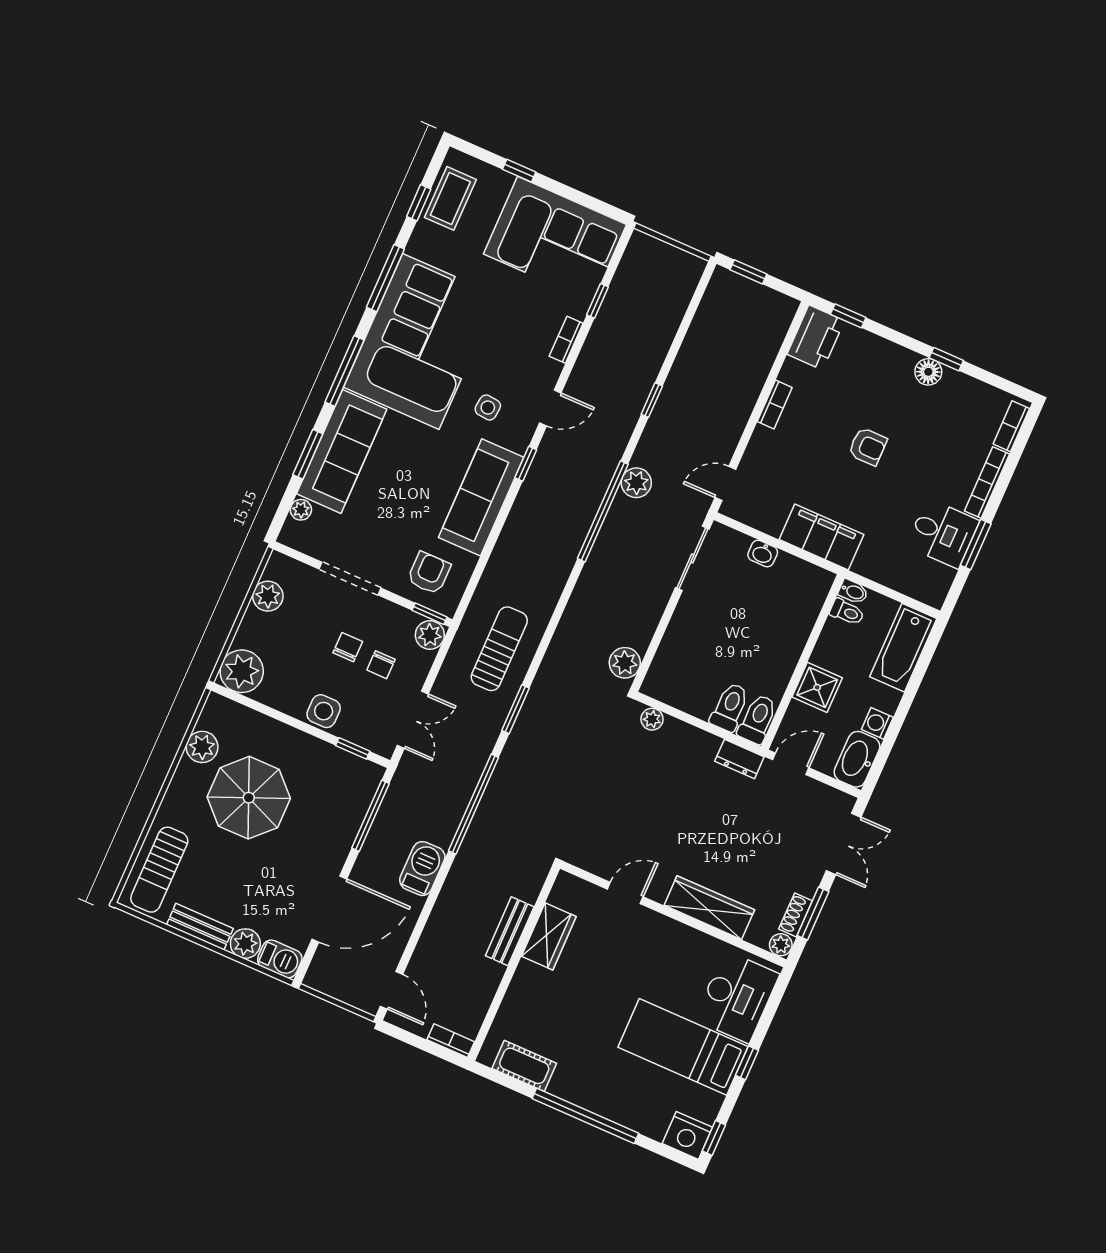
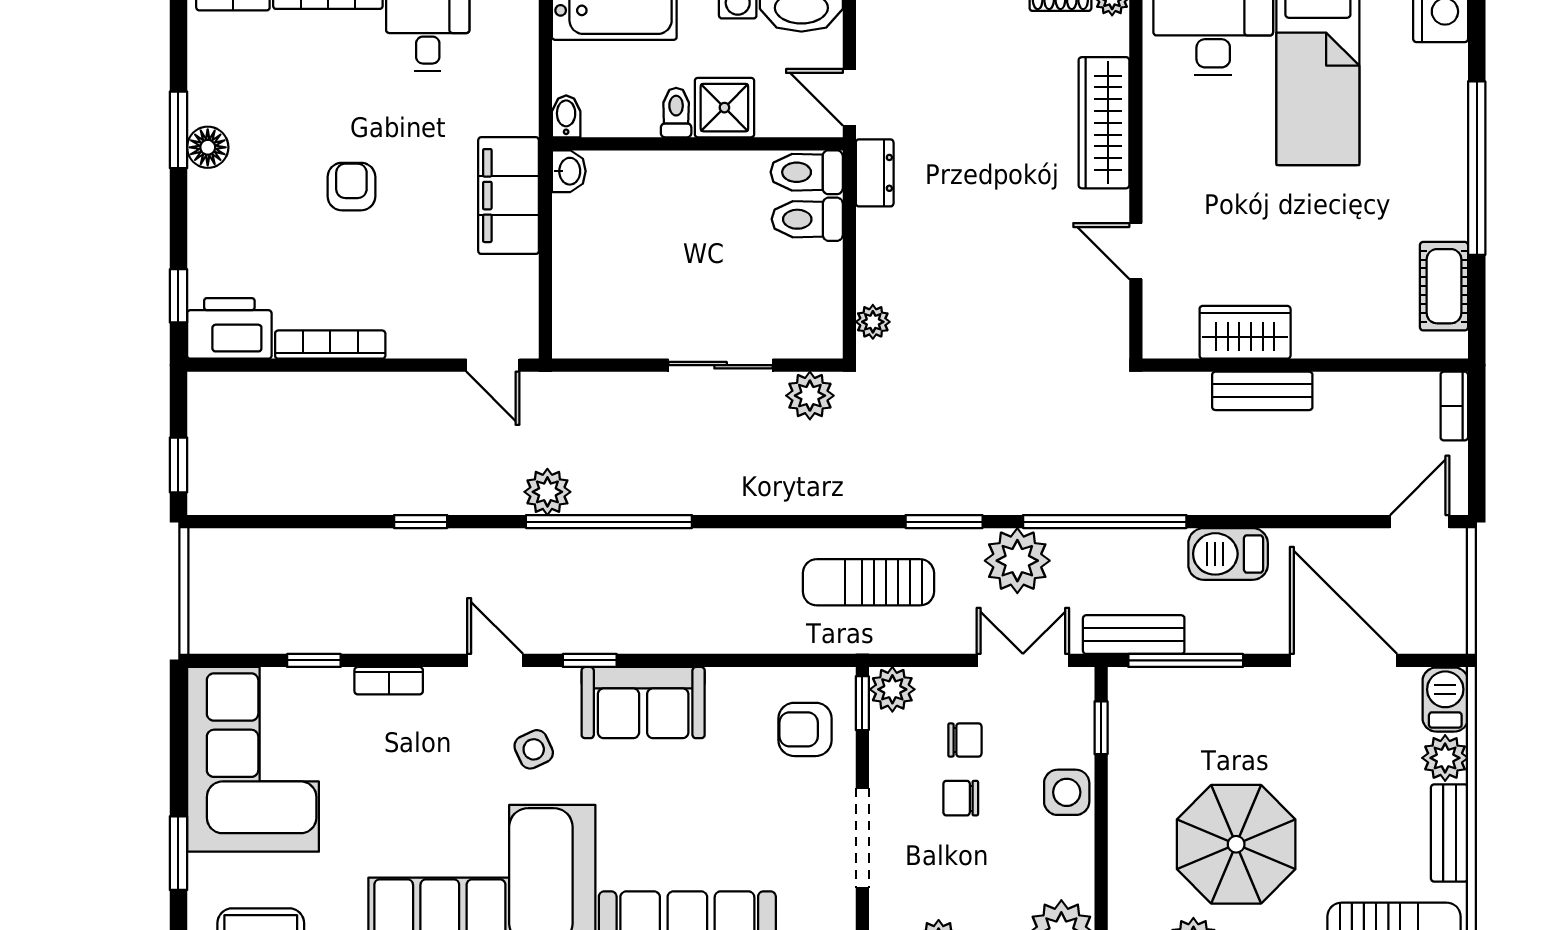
window: (519, 171) -> (178, 853), width x1.50
window: (946, 359) -> (178, 130), width x1.50
bookcase: (775, 404) -> (330, 345), width x1.56
side table: (488, 408) -> (534, 749), turned -31
sofa: (481, 497) -> (643, 703), width x0.73
washbasin: (763, 553) -> (569, 171), moved
sliding door: (692, 558) -> (721, 365), moved
toilet: (847, 612) -> (676, 113), moved
plant: (473, 742) -> (1017, 561), added
bench: (399, 792) -> (1134, 635), added

